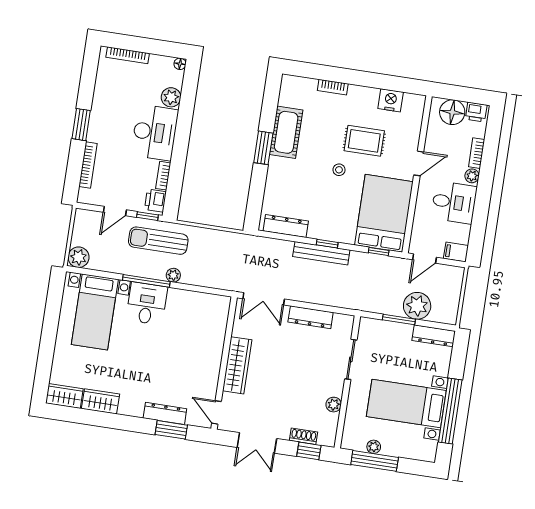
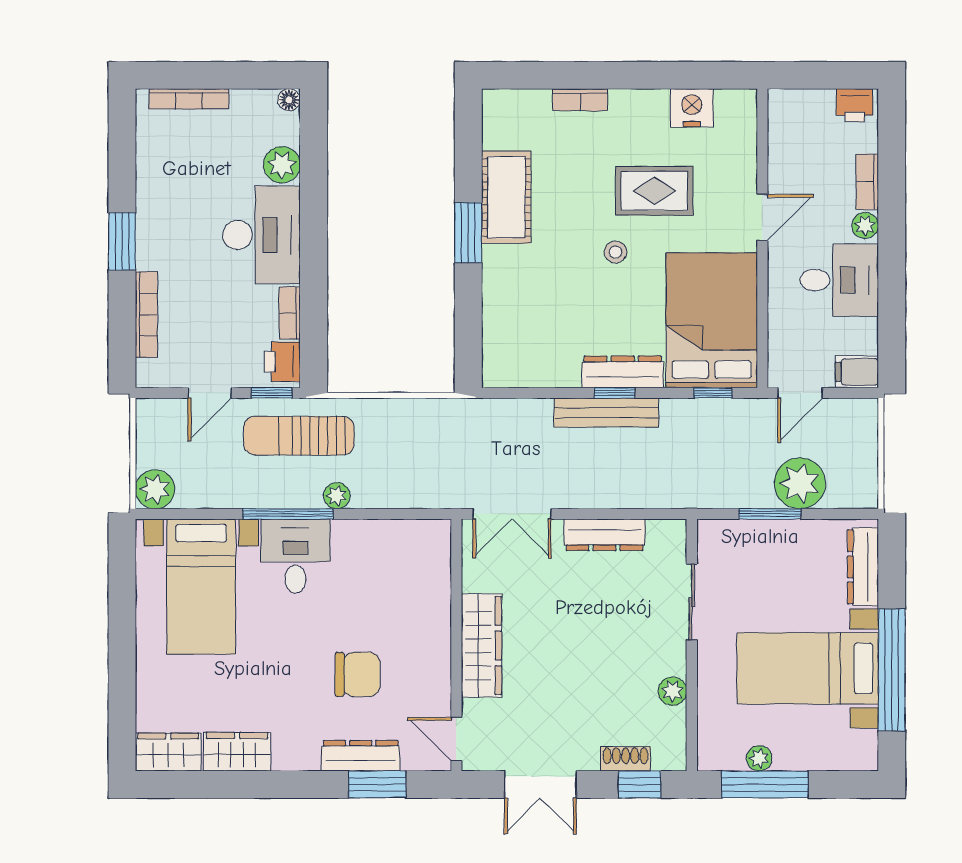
floor lamp: (452, 112) -> (810, 112), removed
dresser: (286, 226) -> (623, 372), moved
dresser: (434, 336) -> (863, 567), moved, turned 90
chair: (170, 371) -> (357, 674), added

